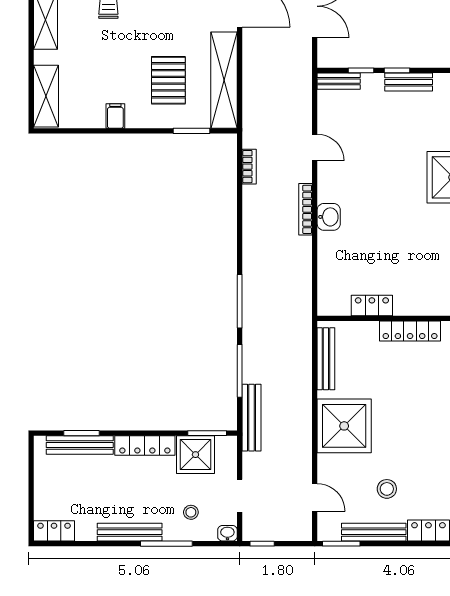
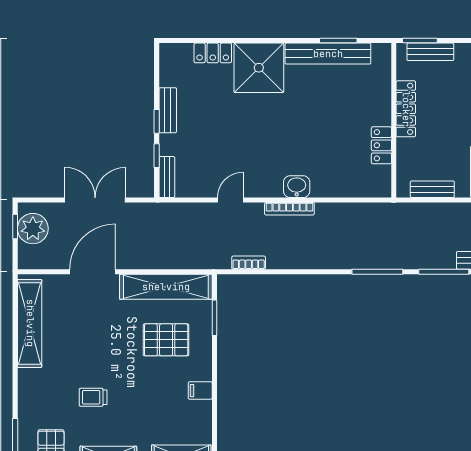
bench: (326, 359) -> (432, 189), width x0.73

